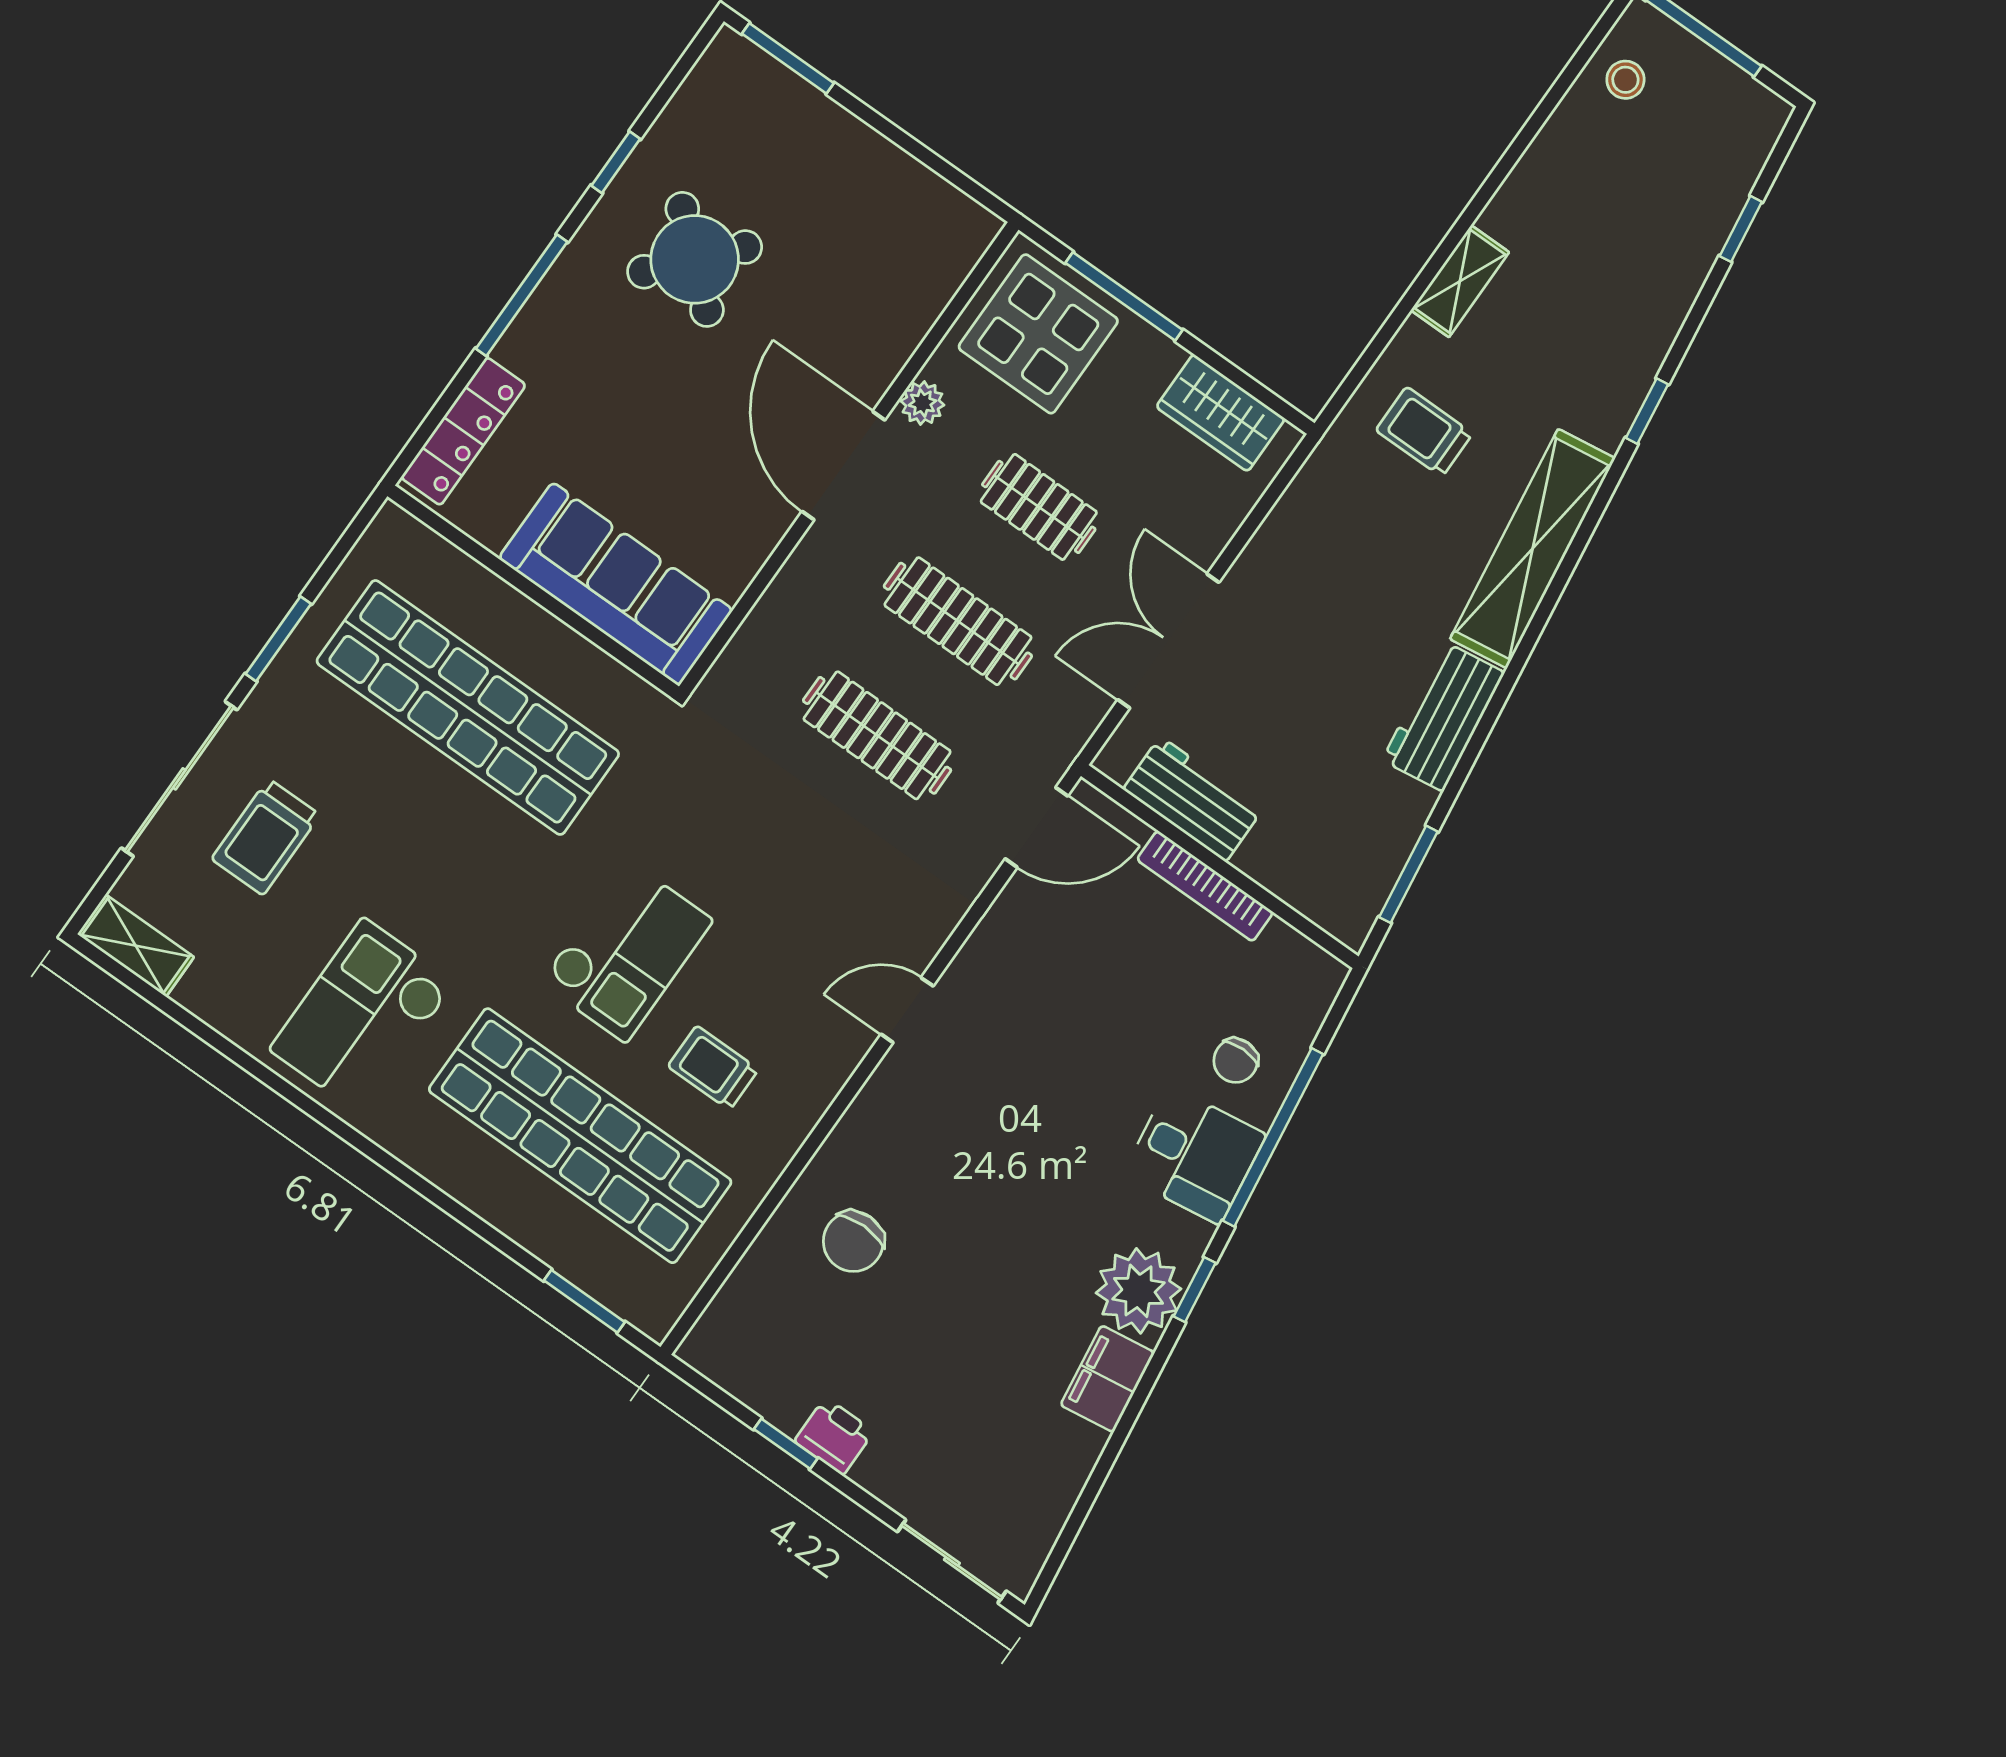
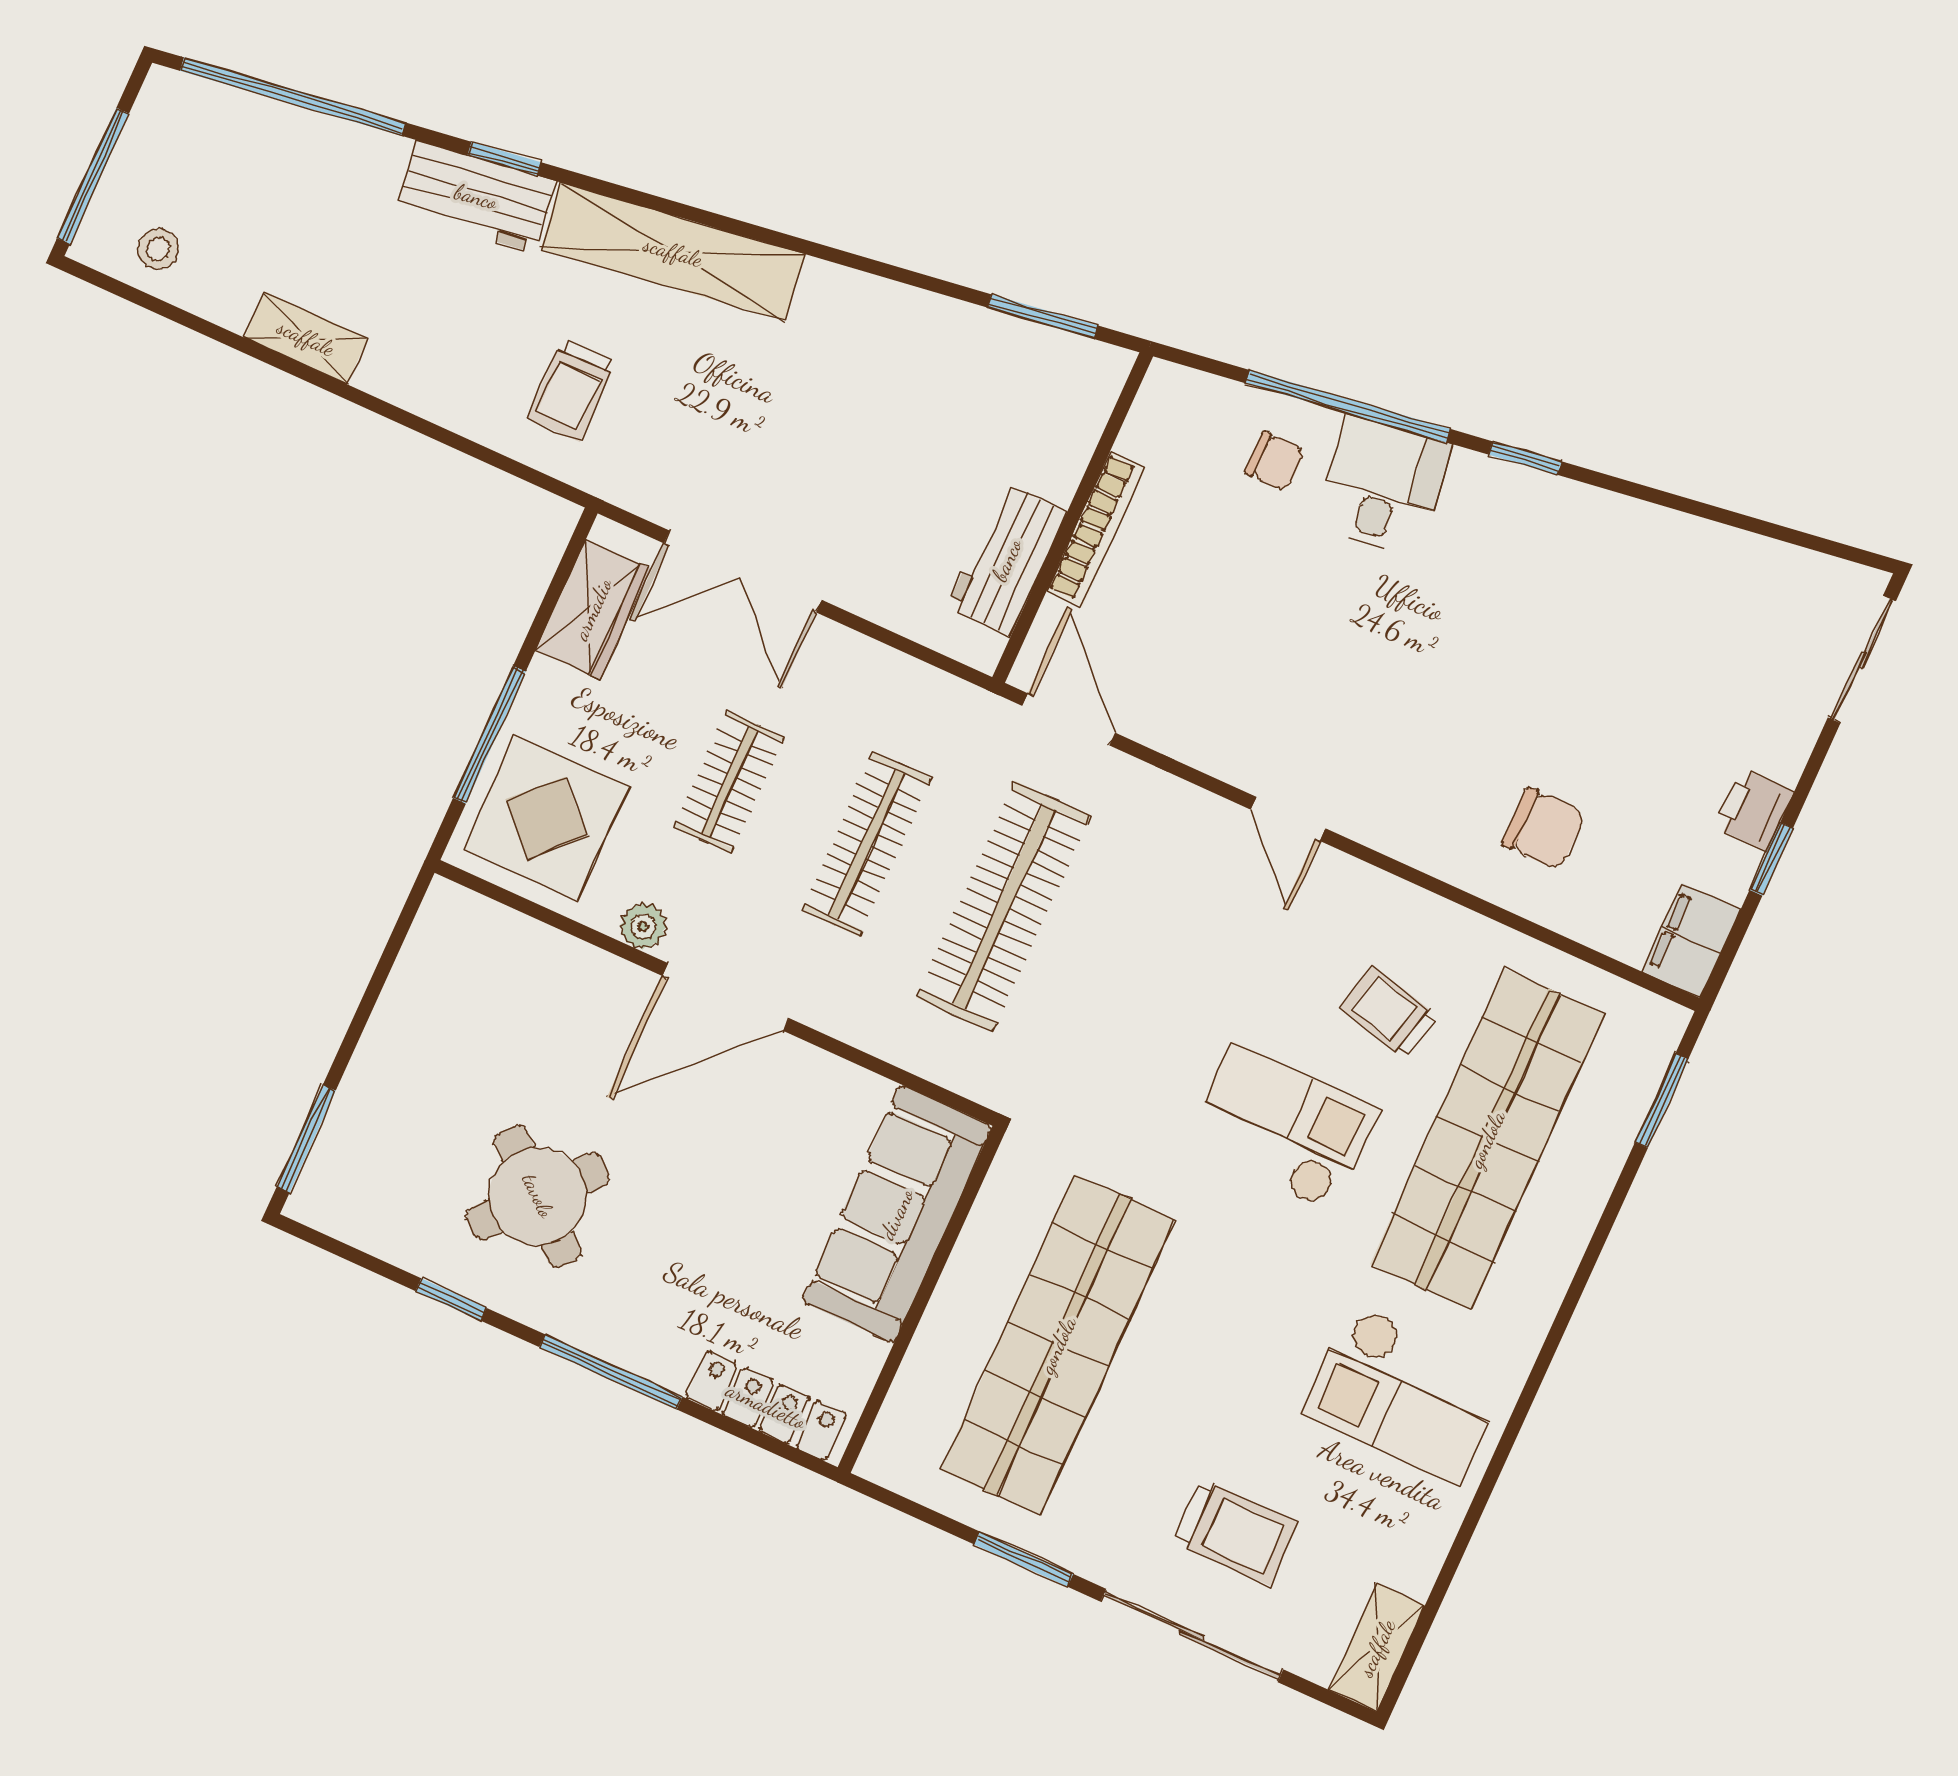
window: (1741, 229) -> (293, 97), width x3.17
shelving: (1460, 281) -> (306, 338), moved
double door: (1168, 641) -> (743, 572), moved
workbench: (1443, 716) -> (476, 197), moved
clothes rail: (877, 735) -> (1004, 907), width x1.37, depth x1.31
trolley: (713, 1068) -> (1389, 1012), turned 104
plant: (1138, 1291) -> (1538, 517), removed
filing cabinet: (1107, 1379) -> (1691, 941), moved, turned 98

